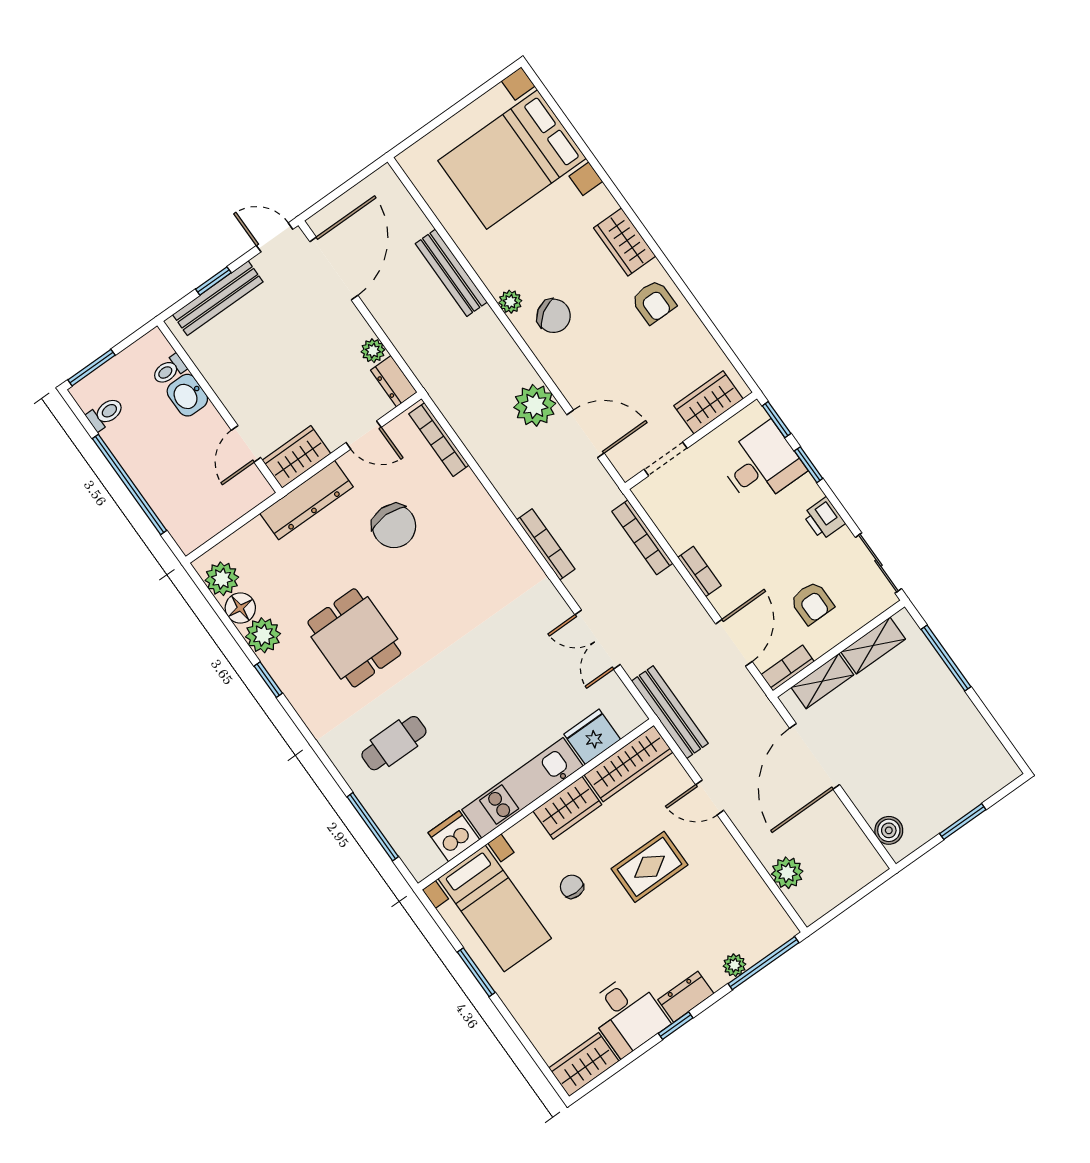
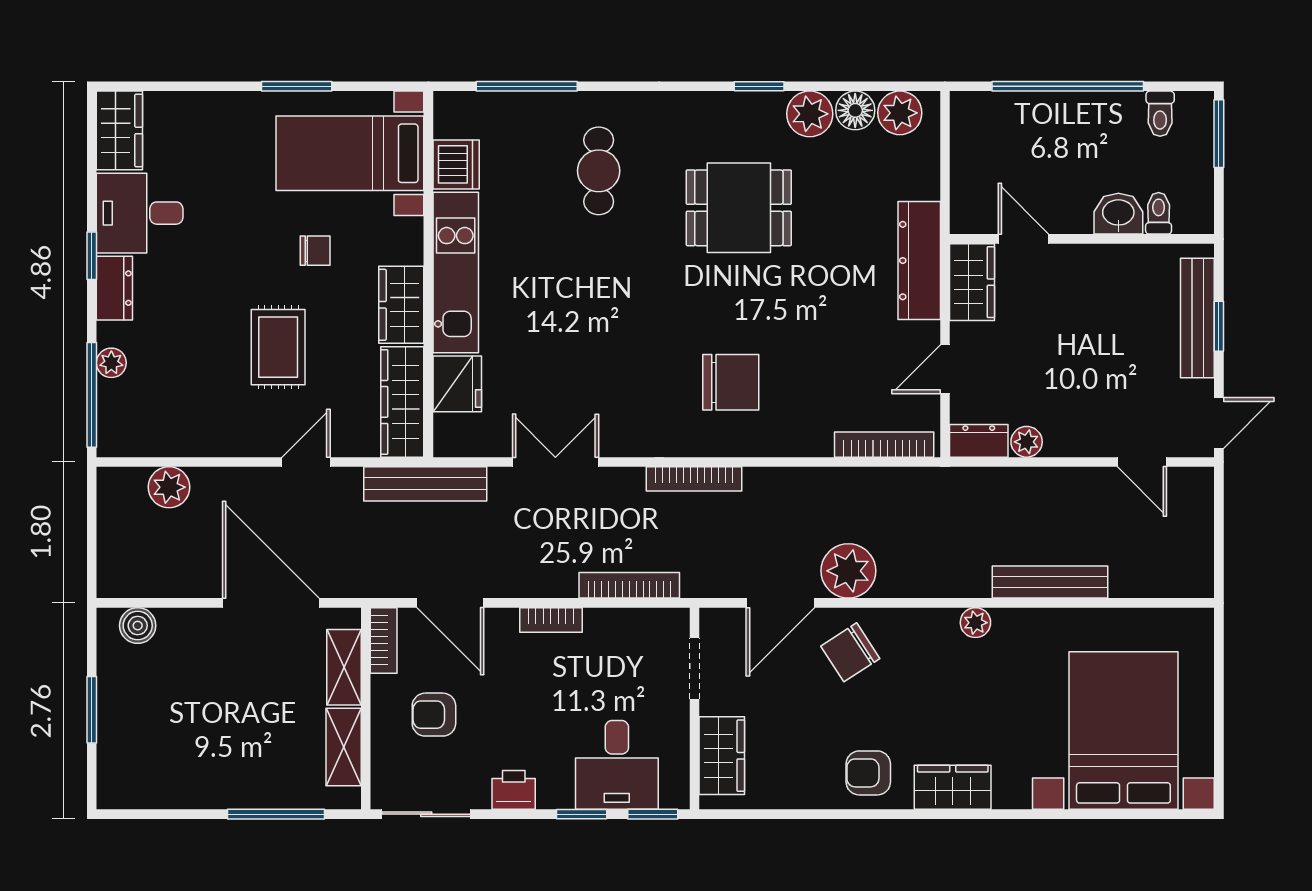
door: (334, 269) -> (1142, 462), width x0.53
chair: (554, 316) -> (850, 652), moved
chair: (394, 526) -> (731, 382), moved, turned 180

